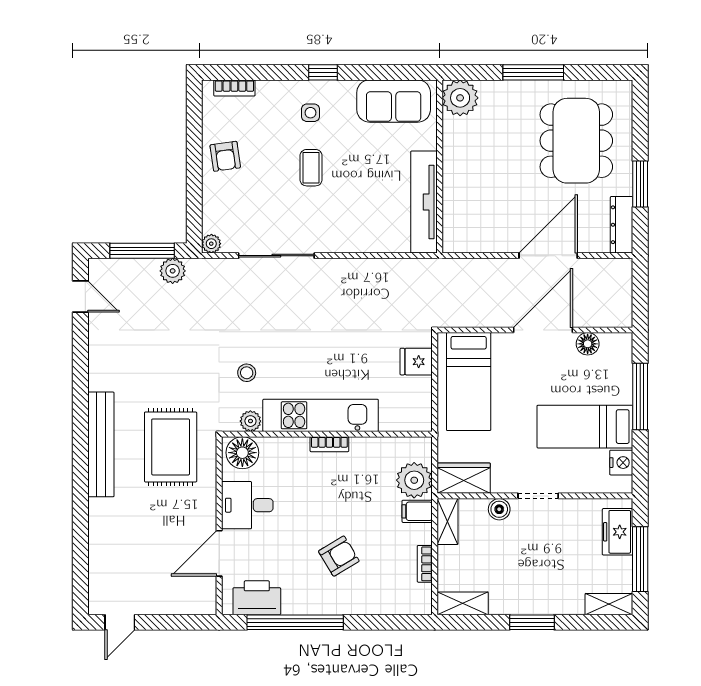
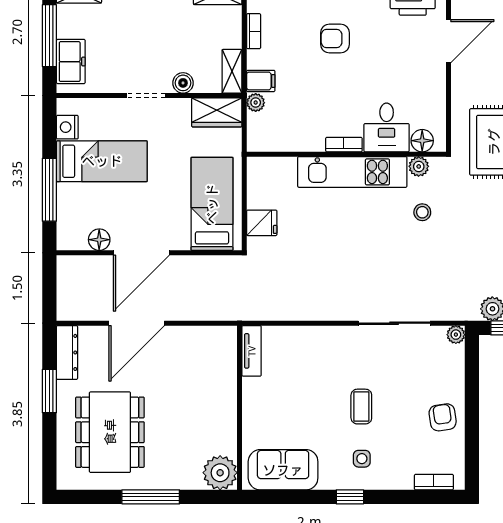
tv unit: (424, 202) -> (252, 351), width x0.52, depth x0.78
floor lamp: (242, 453) -> (422, 141), width x0.73, depth x0.73
plant: (414, 480) -> (256, 103), width x0.53, depth x0.53
desk: (247, 505) -> (387, 127), moved, turned 90
armchair: (339, 556) -> (335, 39), turned 31

